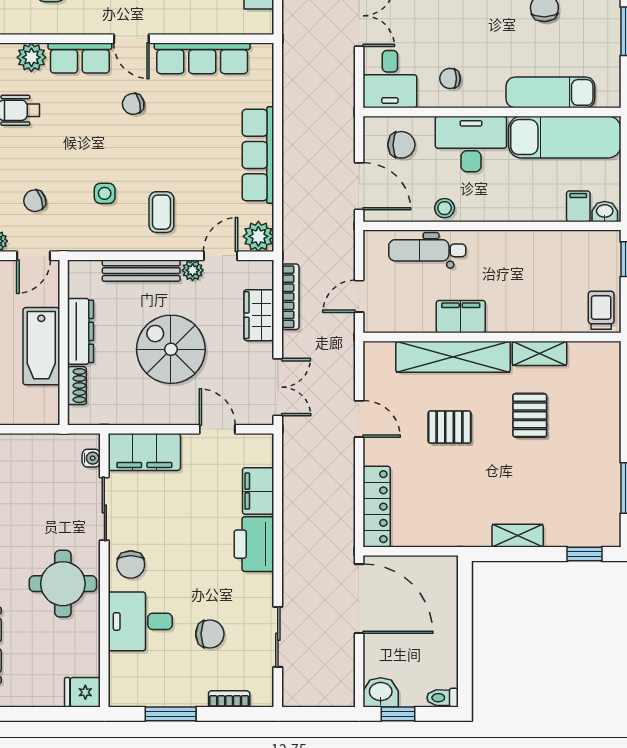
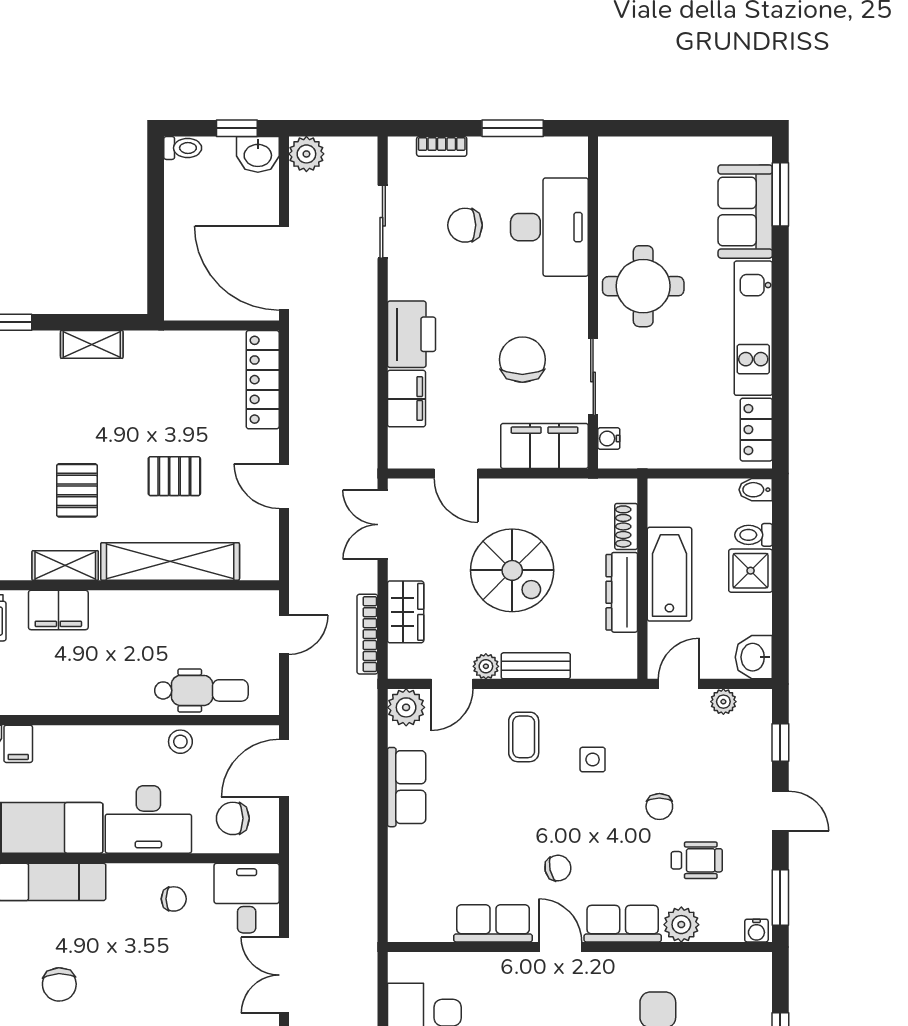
row of seats: (202, 58) -> (493, 923), width x0.68
row of seats: (258, 155) -> (407, 787), width x0.68
door: (359, 186) -> (284, 768), hinge flipped
chair: (35, 201) -> (659, 807), moved, turned 109
bench: (141, 271) -> (536, 666), width x0.73
filing cabinet: (461, 317) -> (58, 610), moved
chair: (131, 565) -> (522, 360), moved, width x1.37, depth x1.37
desk: (140, 621) -> (549, 227), width x1.37
fridge: (82, 692) -> (620, 155), removed
plant: (341, 693) -> (306, 154), added

